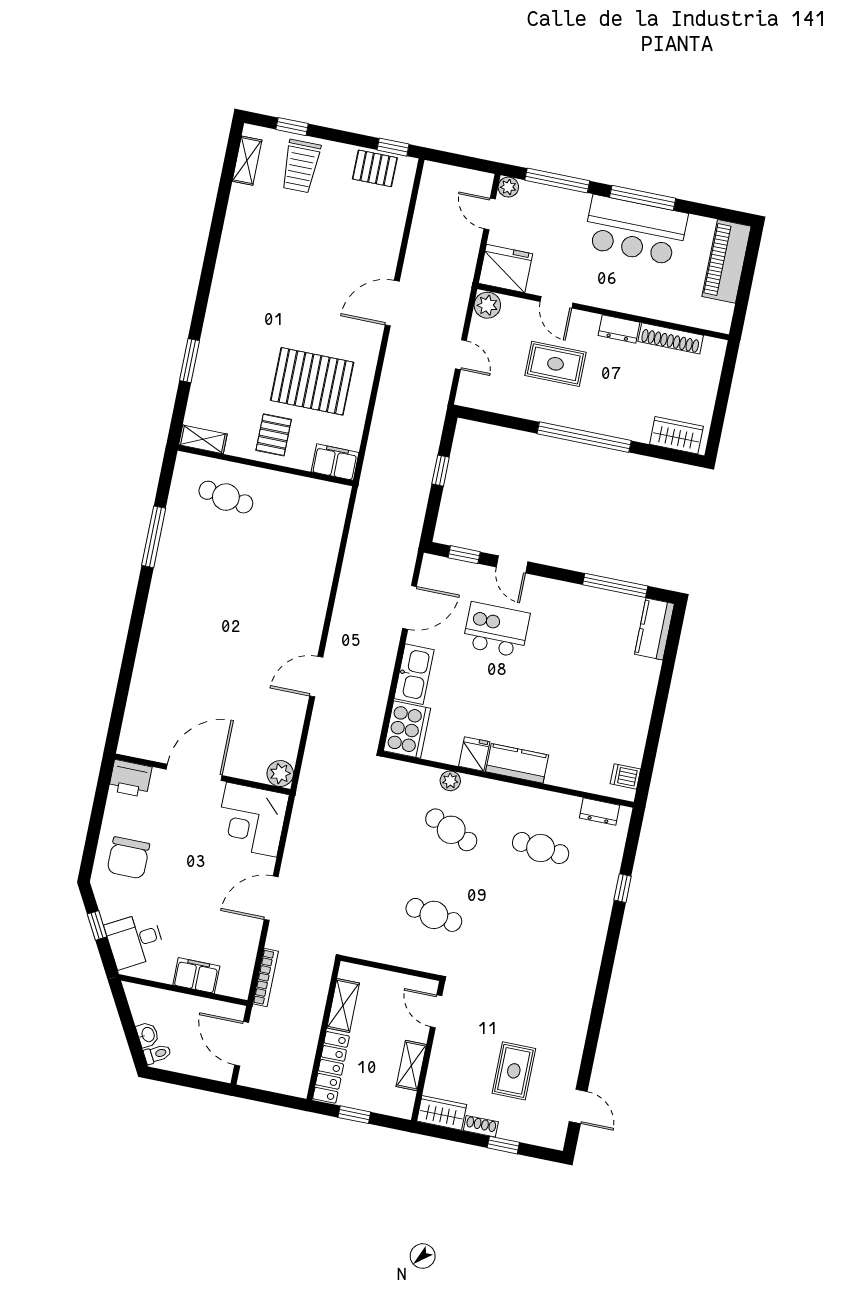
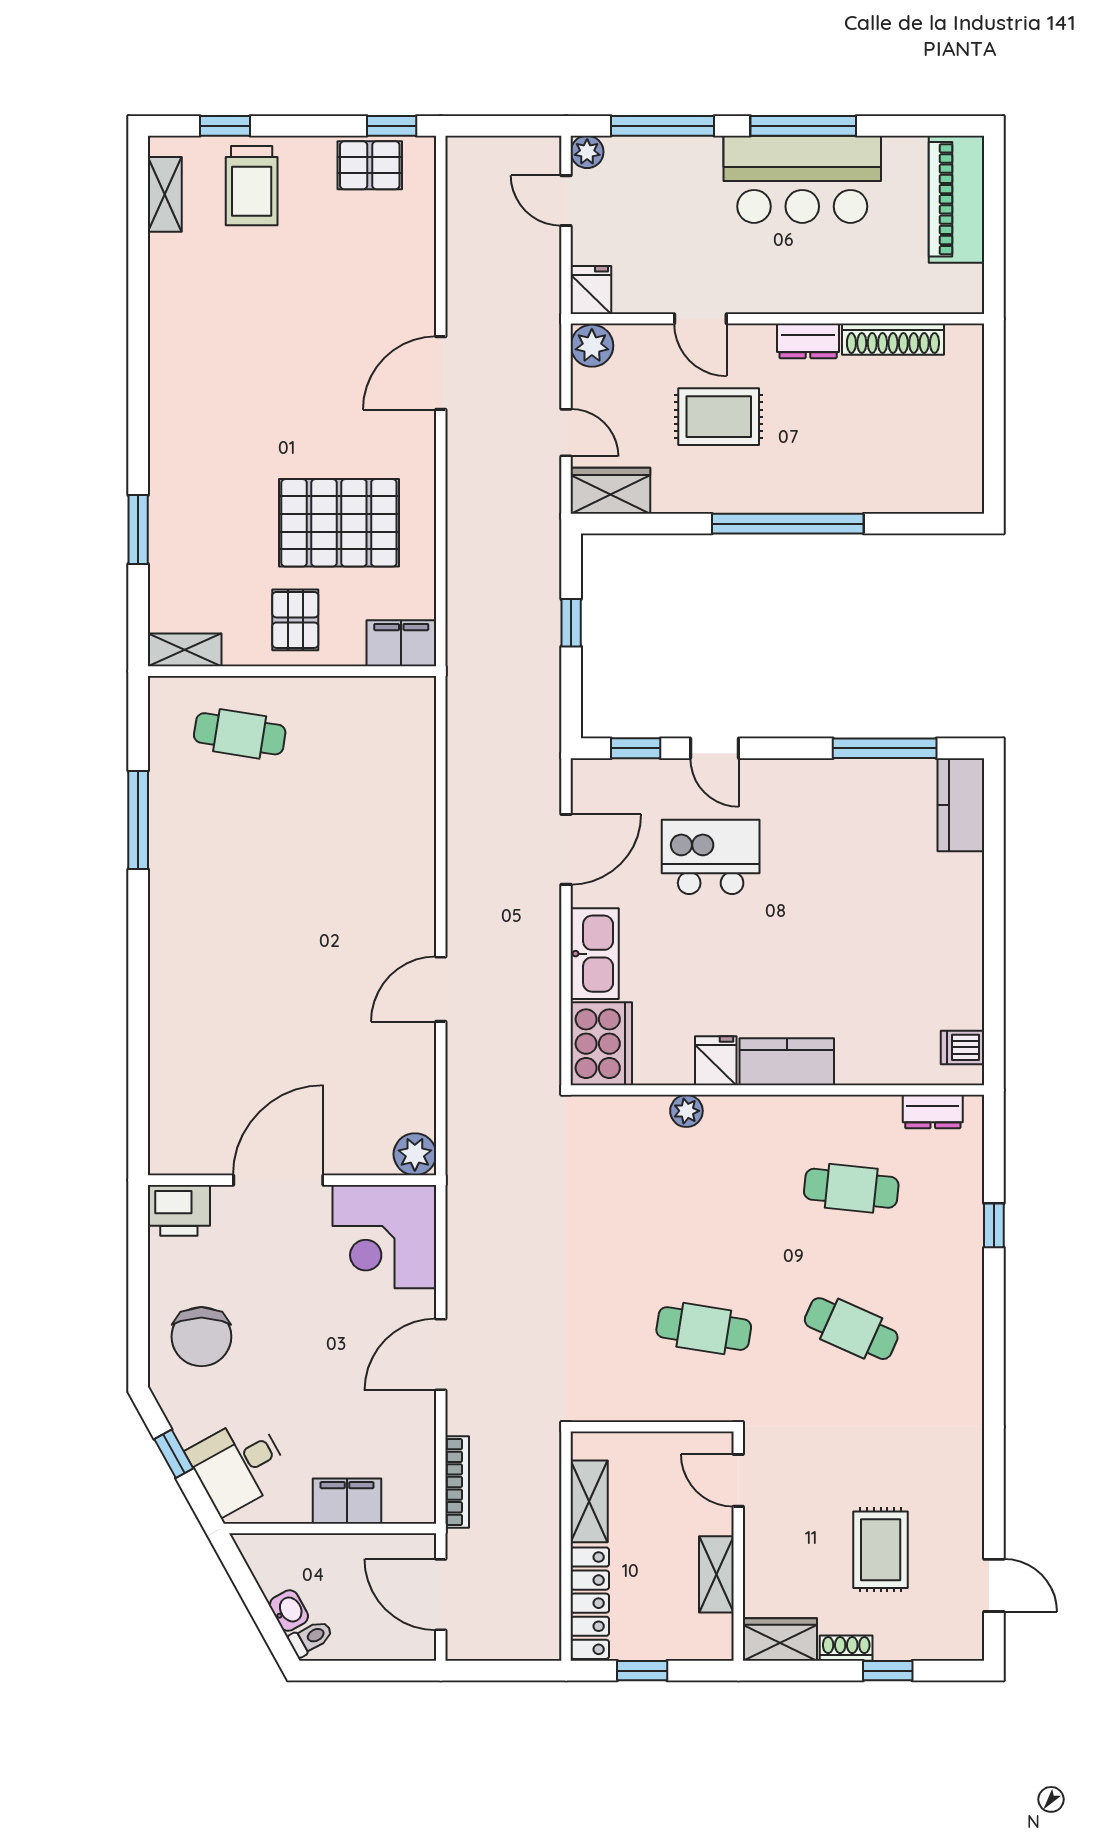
fridge: (506, 269) -> (591, 290), width x0.53, depth x0.75
wardrobe: (676, 435) -> (610, 491), moved
cafe table: (451, 830) -> (851, 1329), moved

